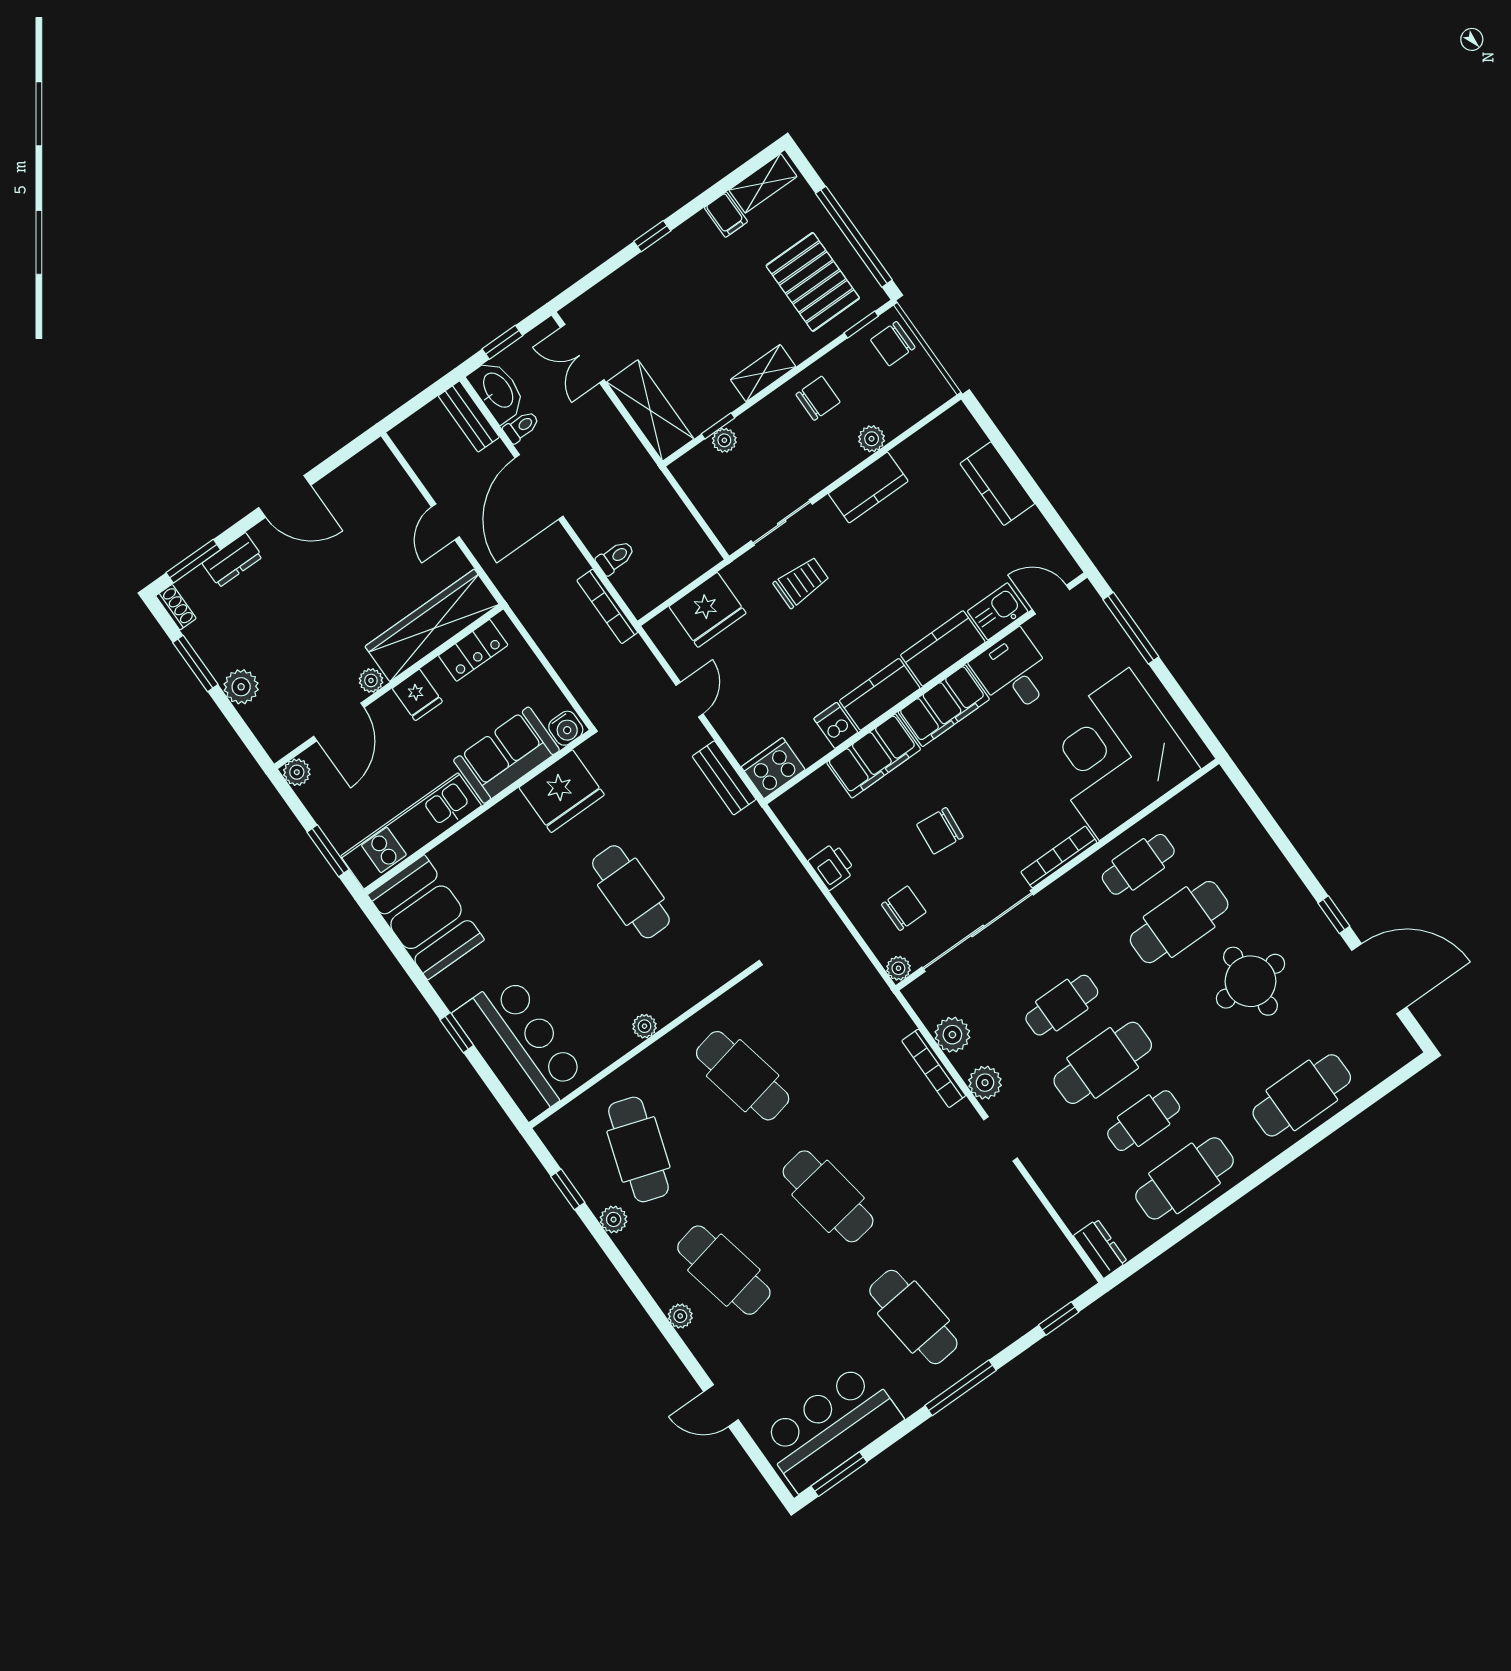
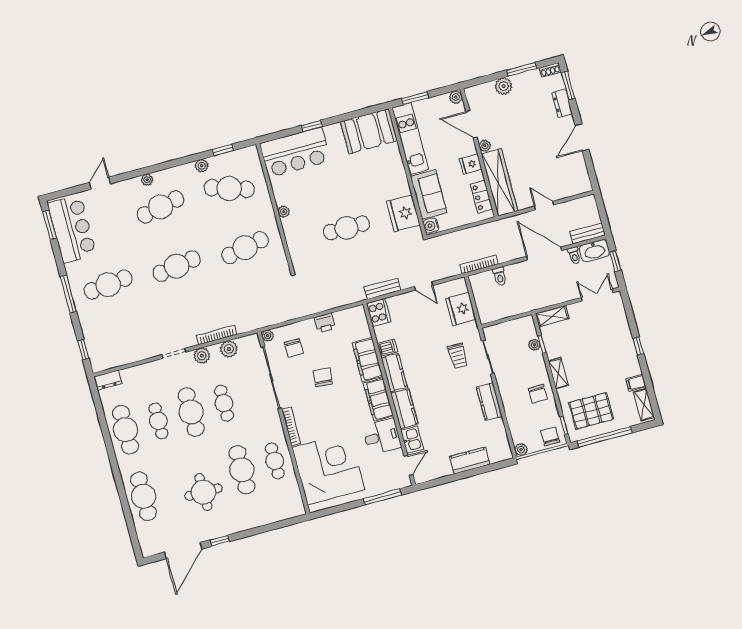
shelving: (650, 410) -> (552, 316), width x0.67, depth x0.75
plant: (872, 439) -> (521, 450), moved

